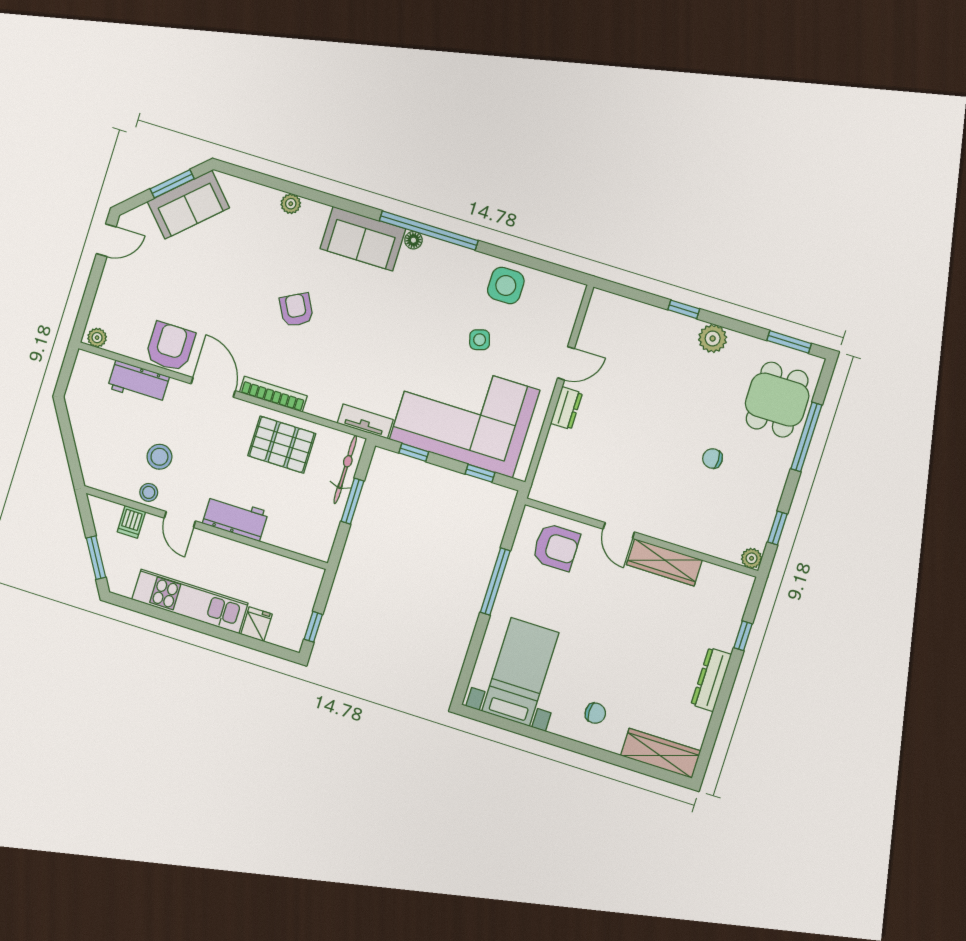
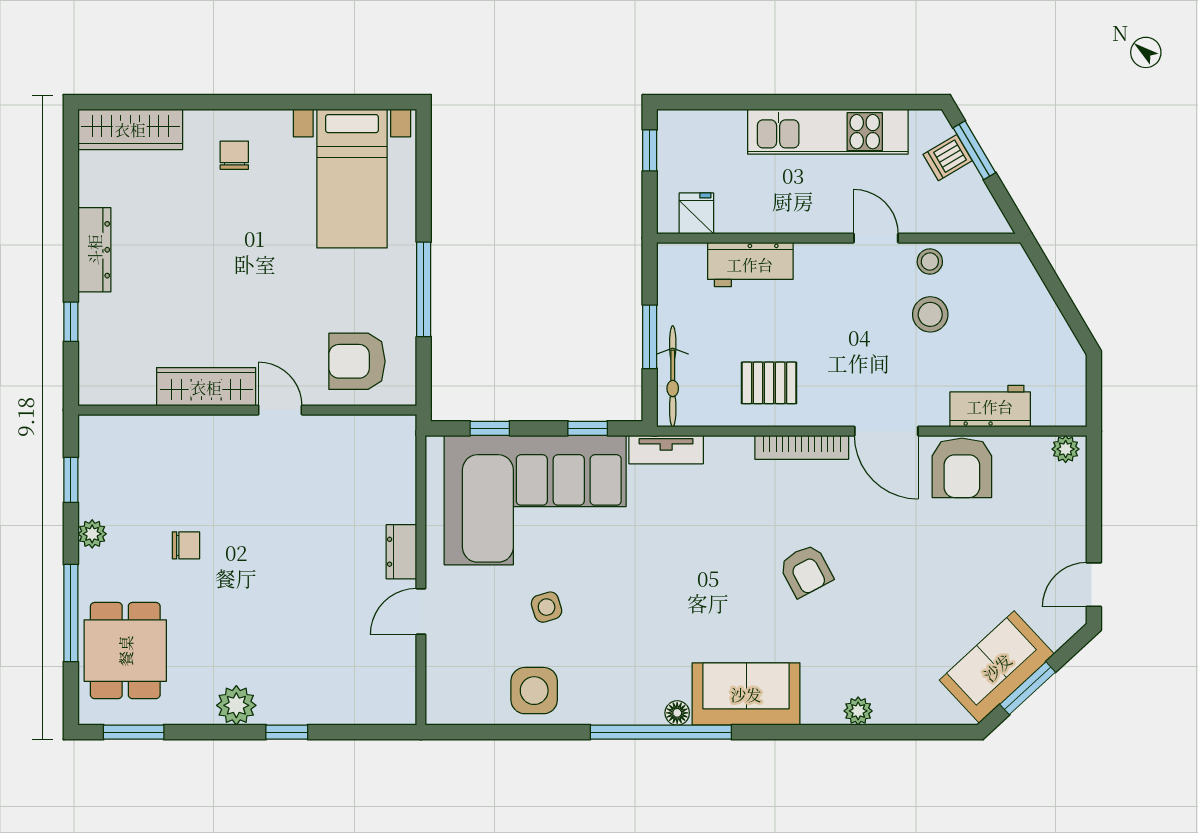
pallet: (282, 445) -> (769, 383), width x0.67, depth x0.71
workbench: (235, 518) -> (750, 264), moved
dishwasher: (131, 522) -> (948, 158), moved, turned -121
plant: (752, 558) -> (92, 534), moved
fridge: (256, 624) -> (696, 213), moved, turned 180
chair: (595, 713) -> (234, 155), turned 90

